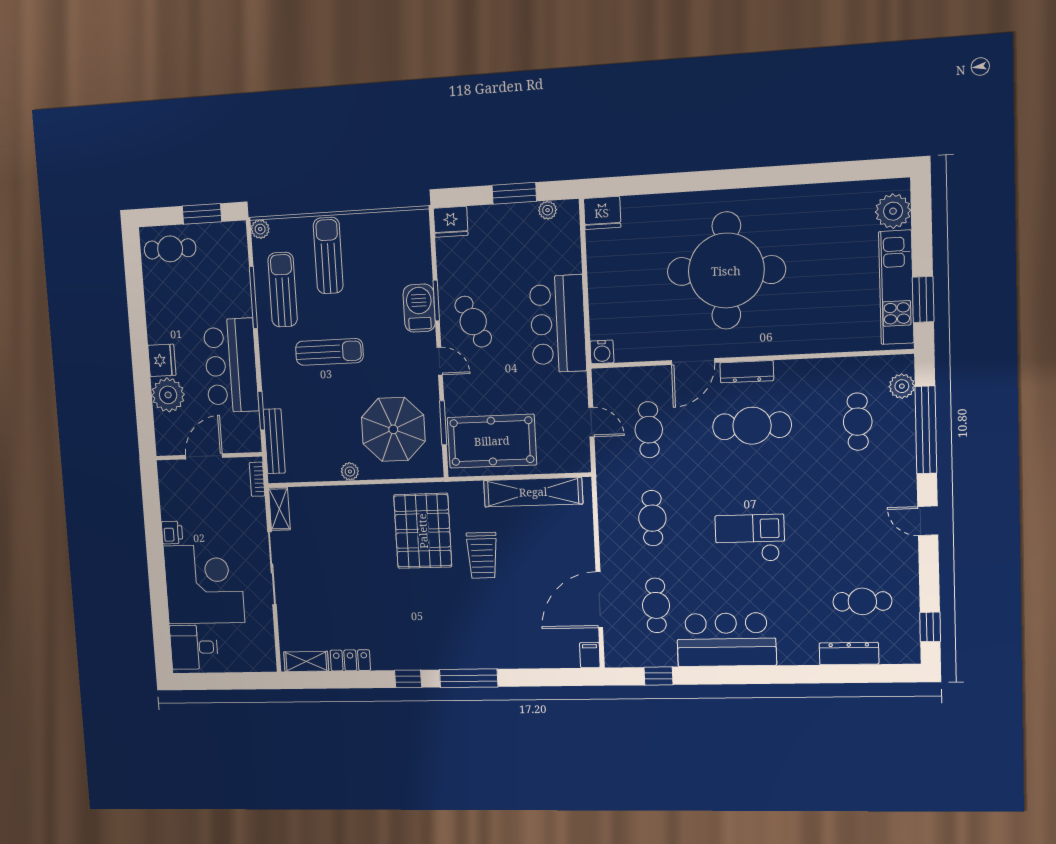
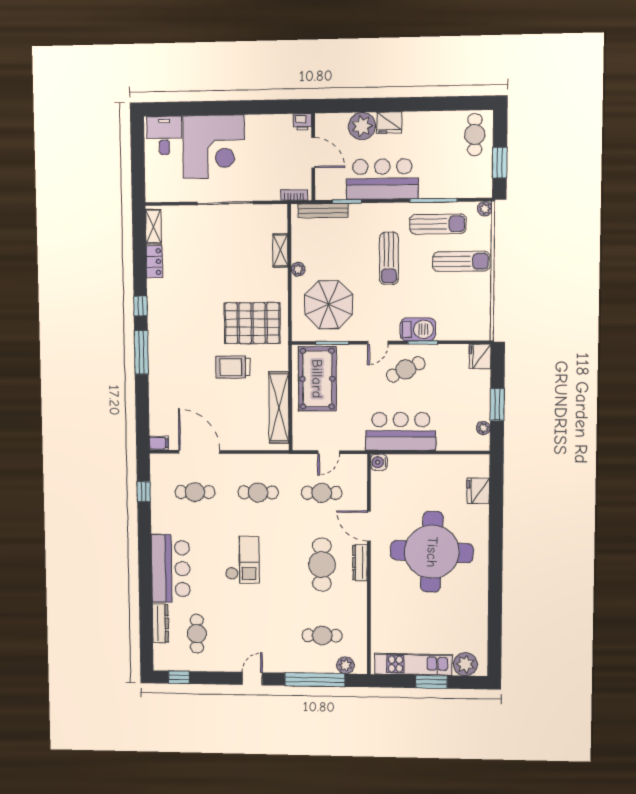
fridge: (602, 213) -> (478, 491), moved
window: (923, 299) -> (431, 682), moved
shelving: (279, 509) -> (280, 250), moved, turned 90
printer: (172, 533) -> (302, 122), moved
bar counter: (726, 640) -> (171, 569), moved

